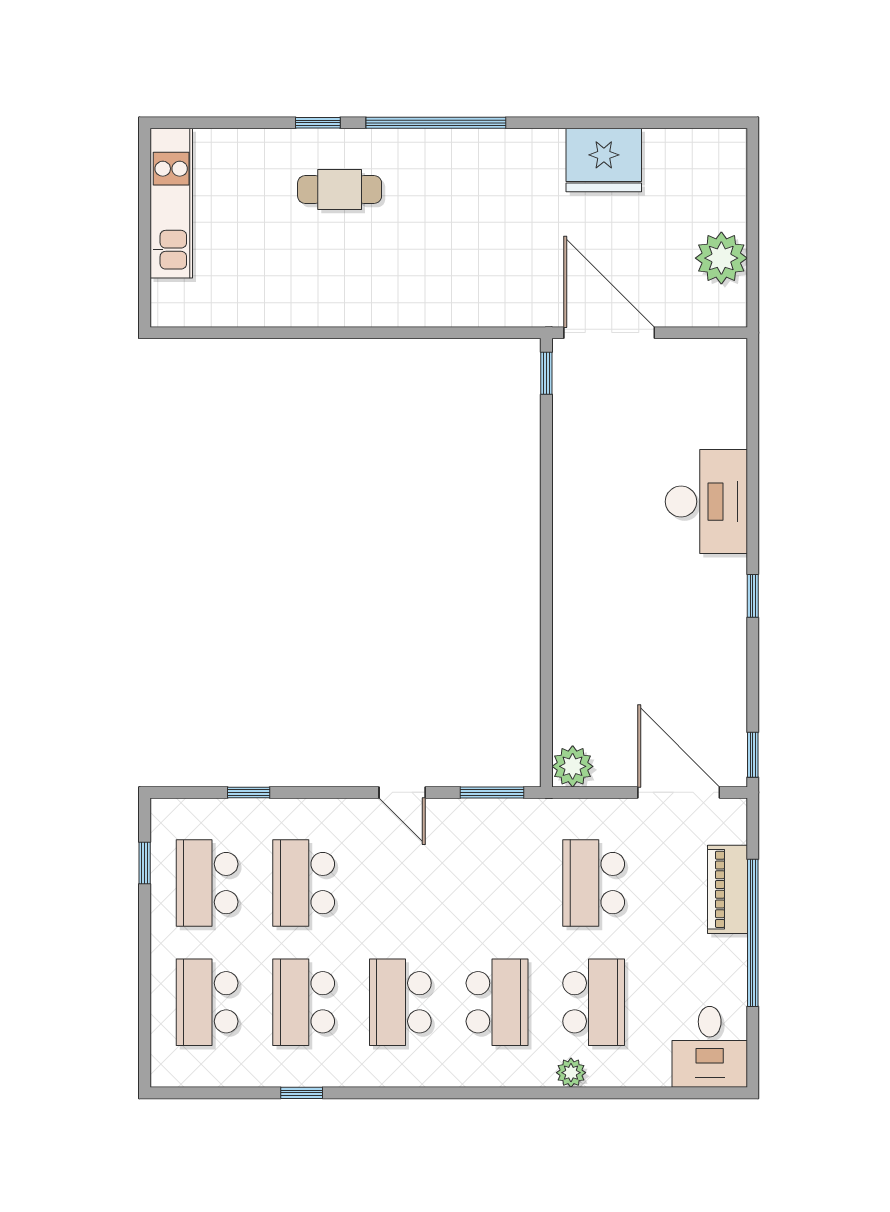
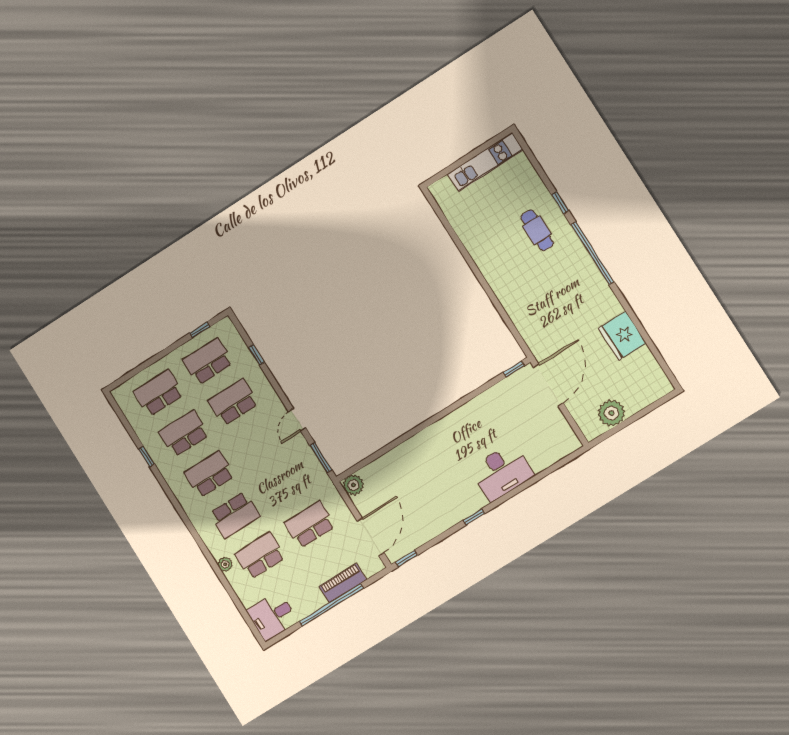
school desk: (594, 1002) -> (260, 556), turned 180

